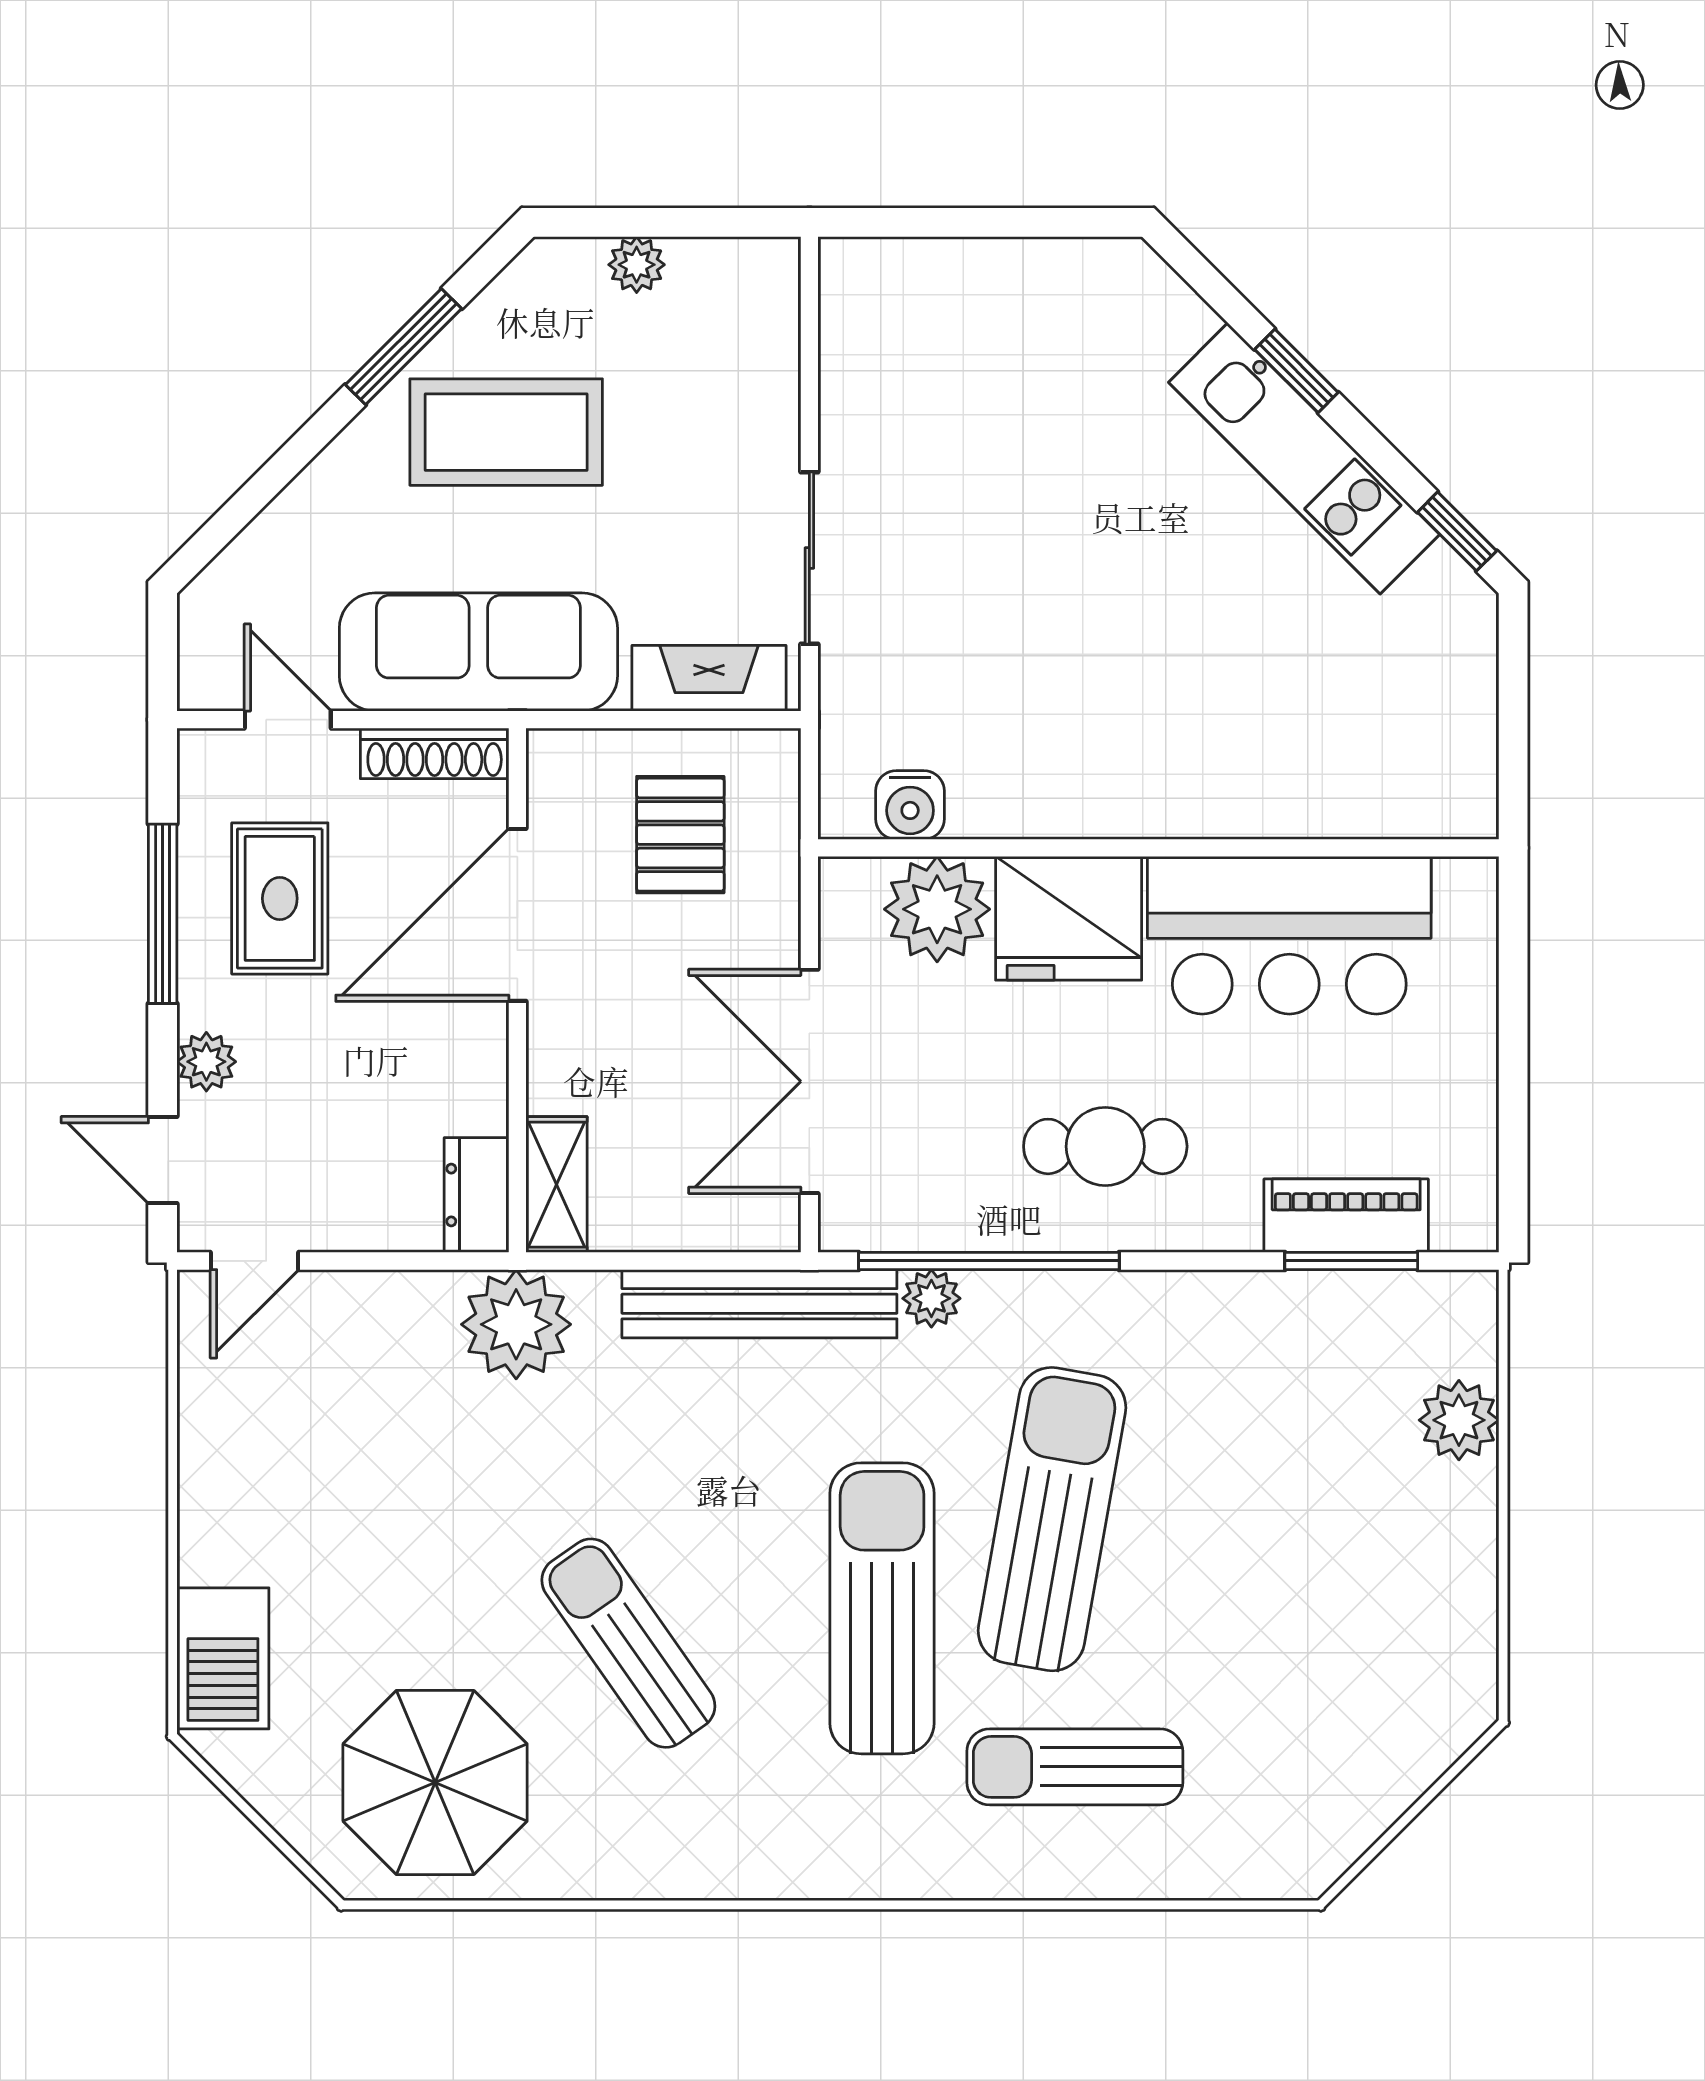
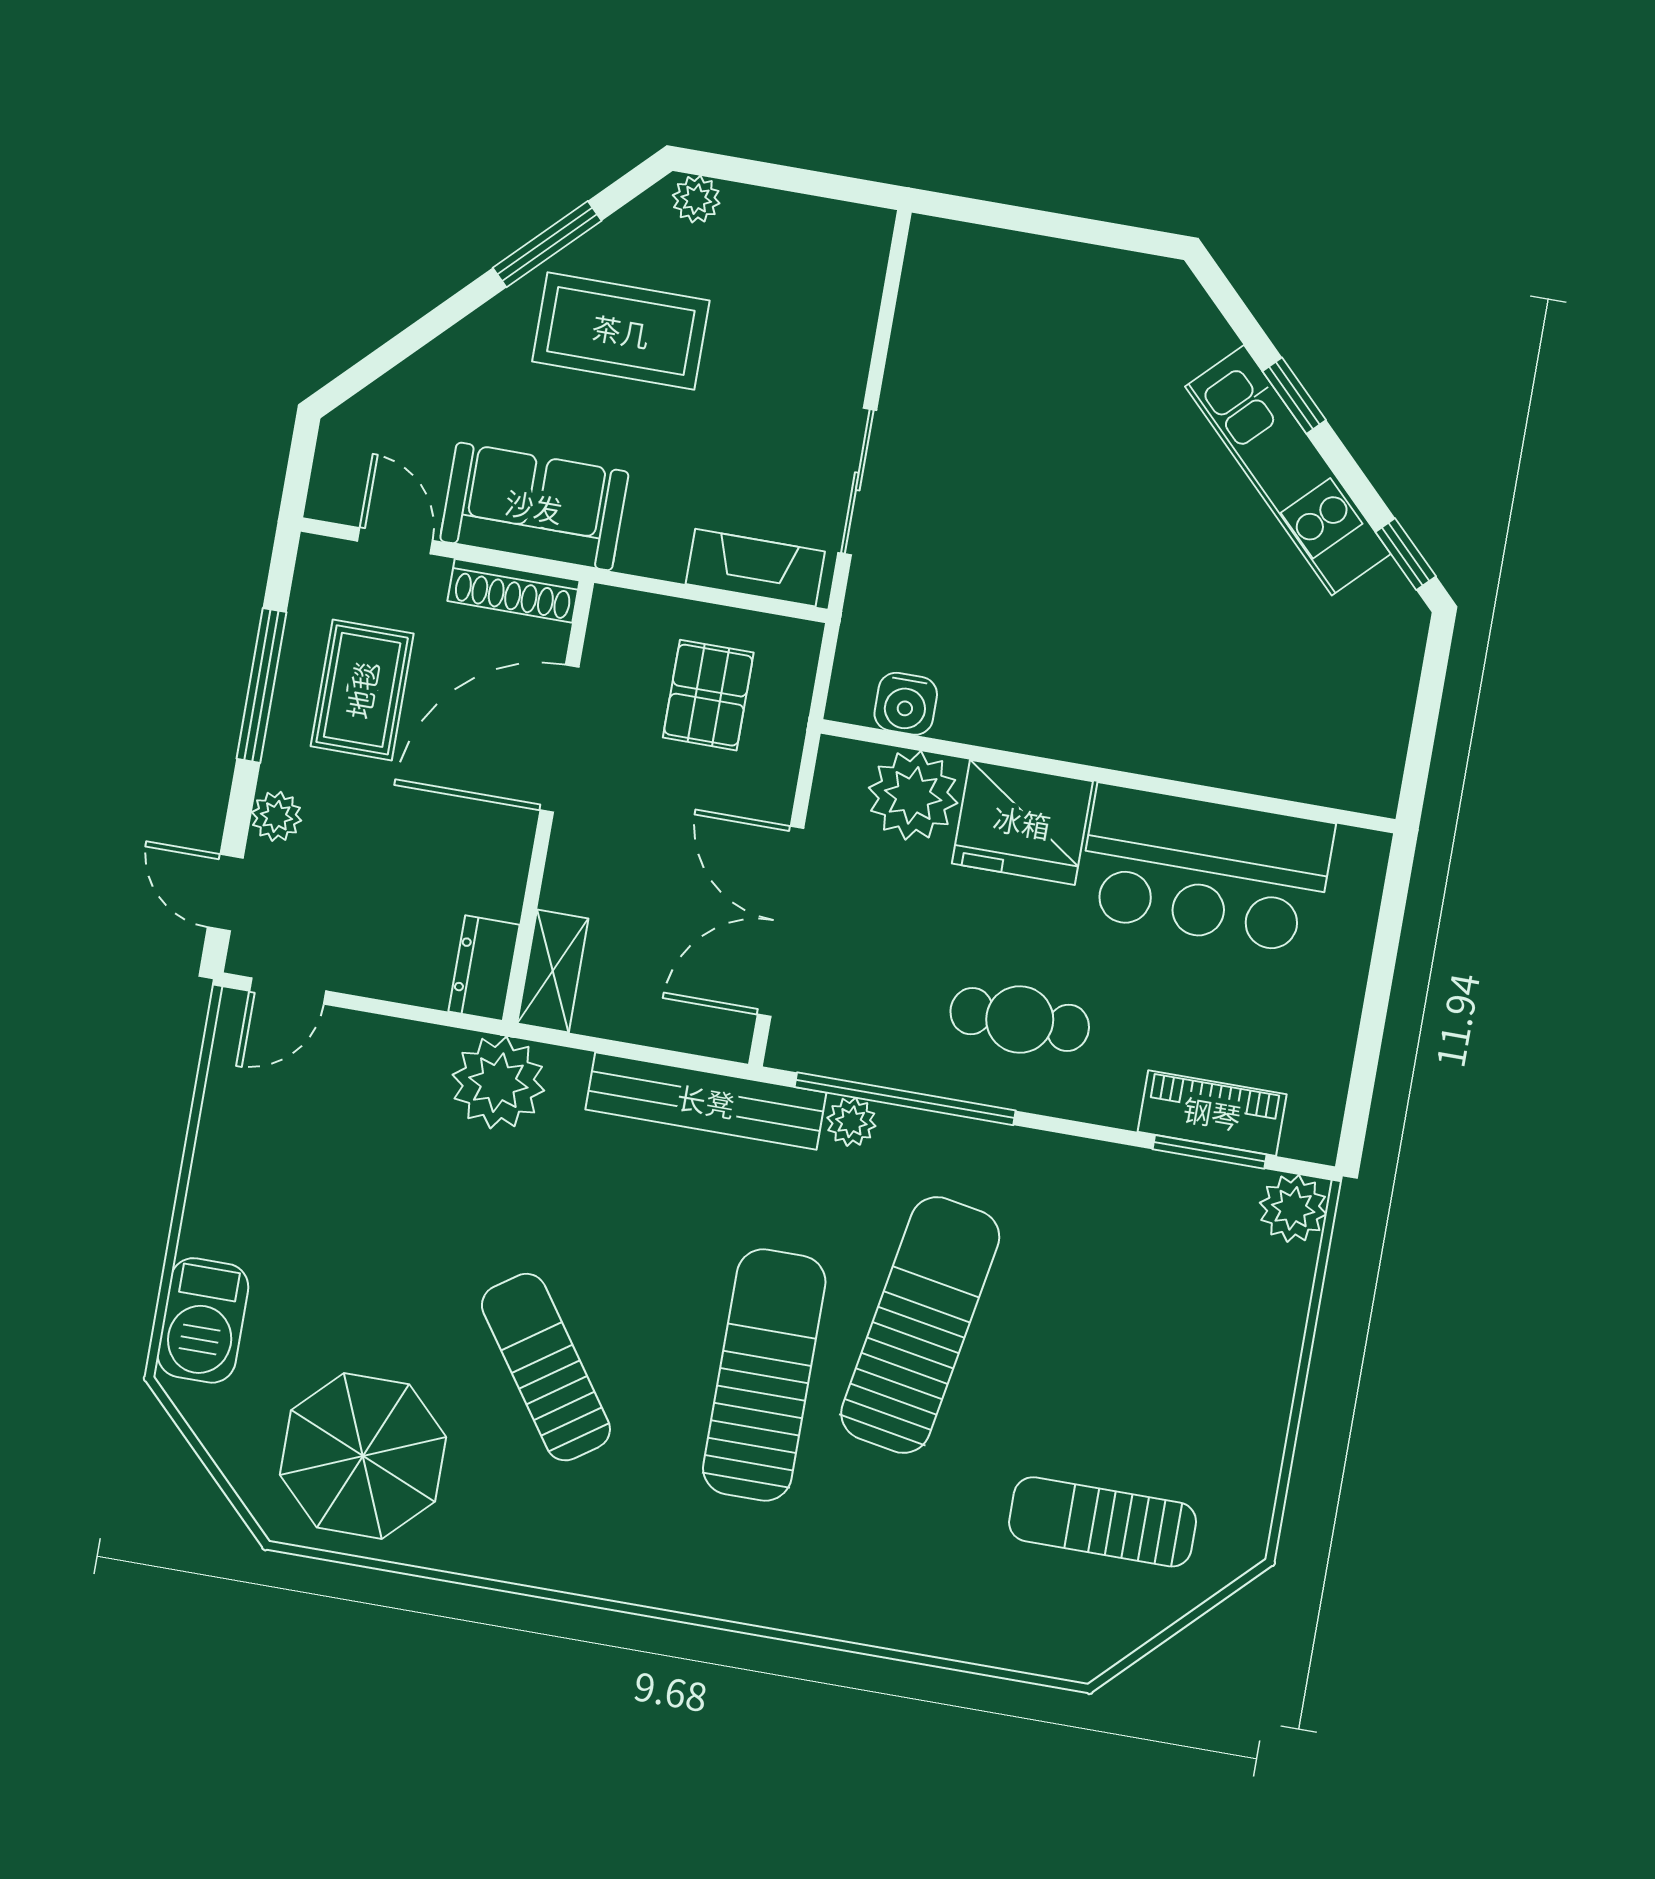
plant: (637, 265) -> (696, 199), moved
sofa: (478, 652) -> (534, 506), width x0.73
plant: (1459, 1420) -> (1293, 1208), moved
sun lounger: (1075, 1767) -> (1103, 1522), moved

